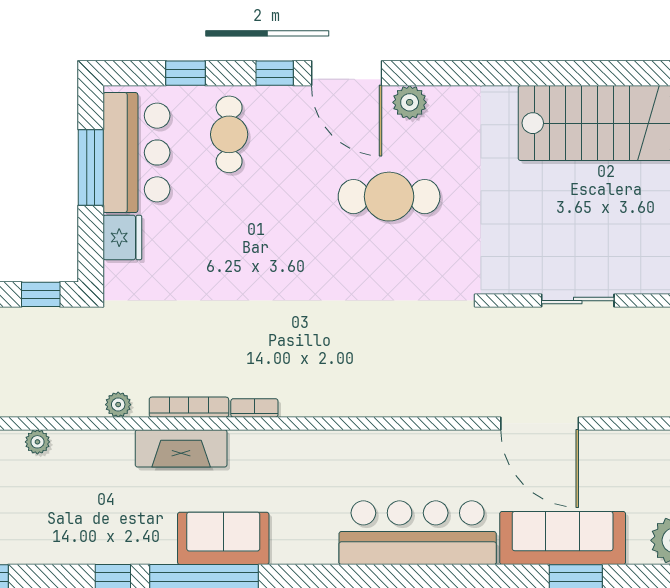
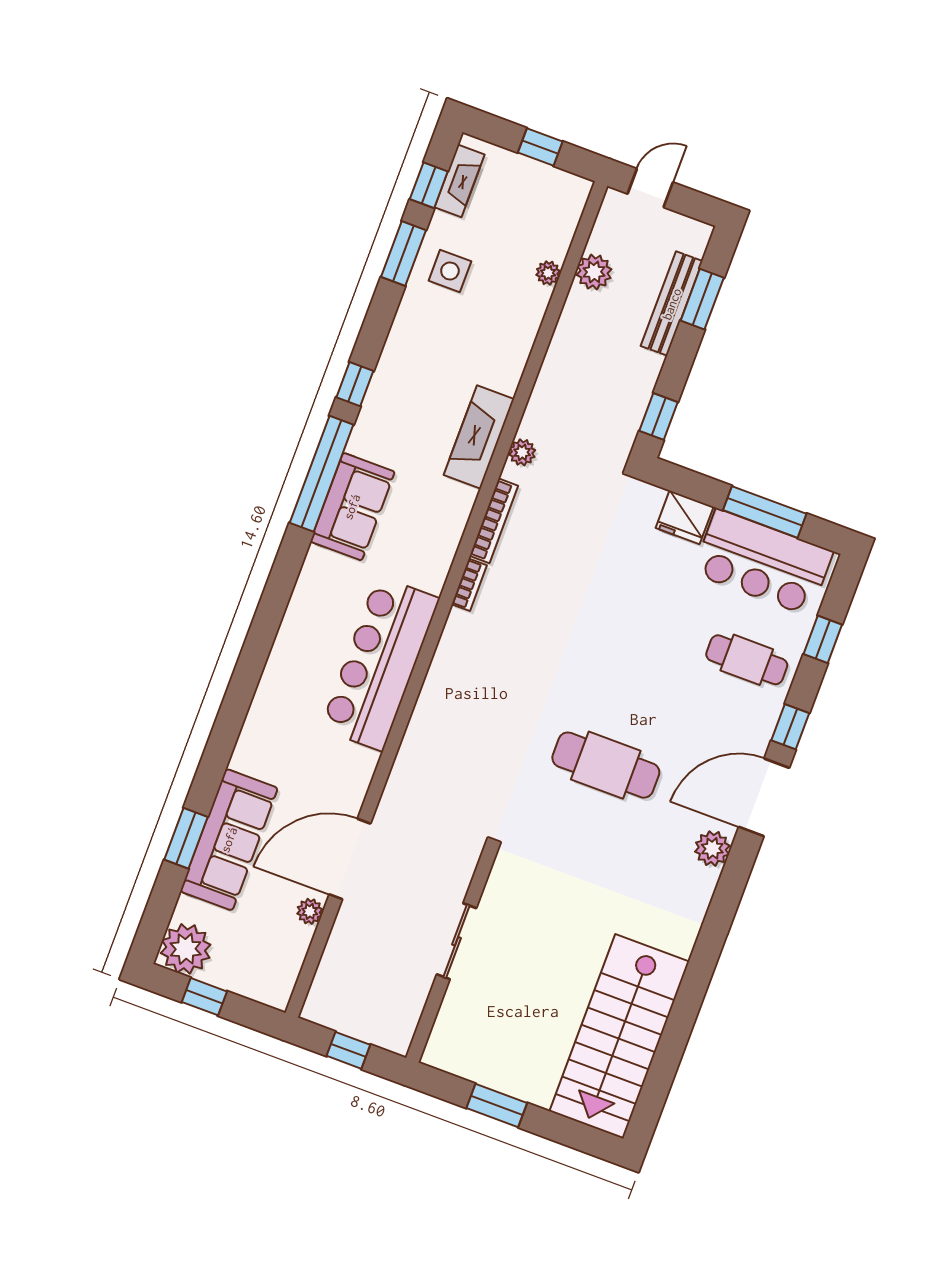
cafe table: (389, 197) -> (606, 765), moved, turned 90
plant: (37, 442) -> (310, 911), moved
fireplace: (181, 448) -> (479, 437), moved
bar counter: (418, 533) -> (380, 663), moved, turned 180

